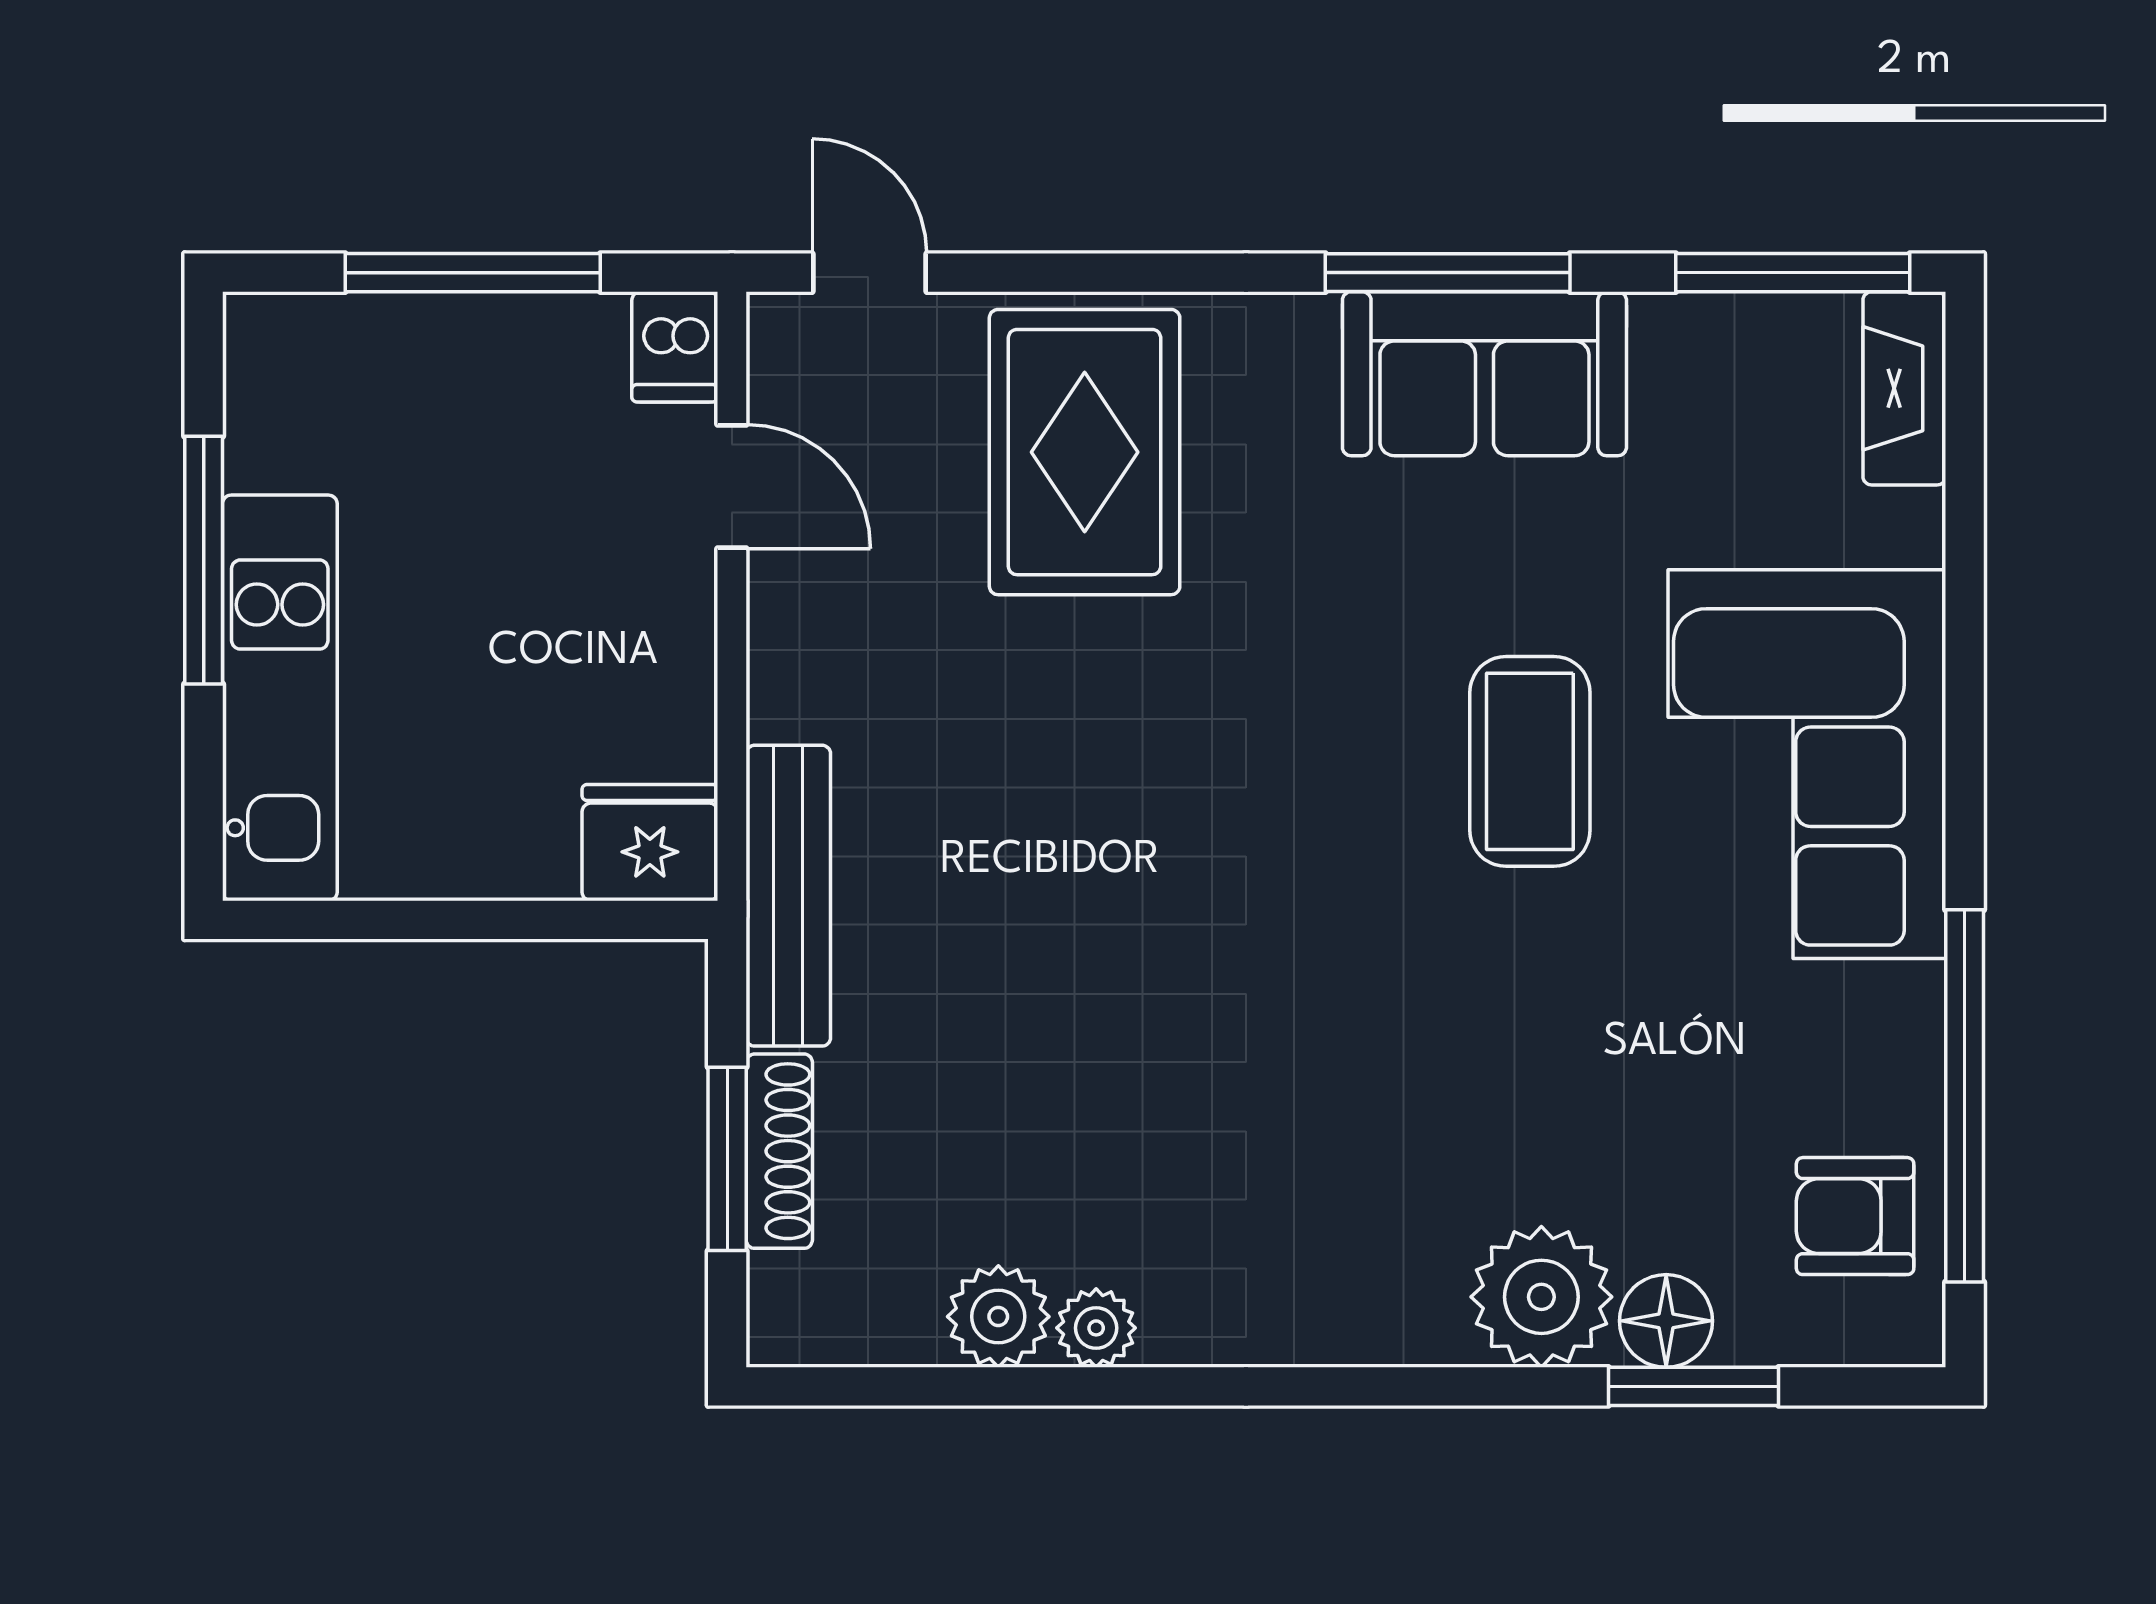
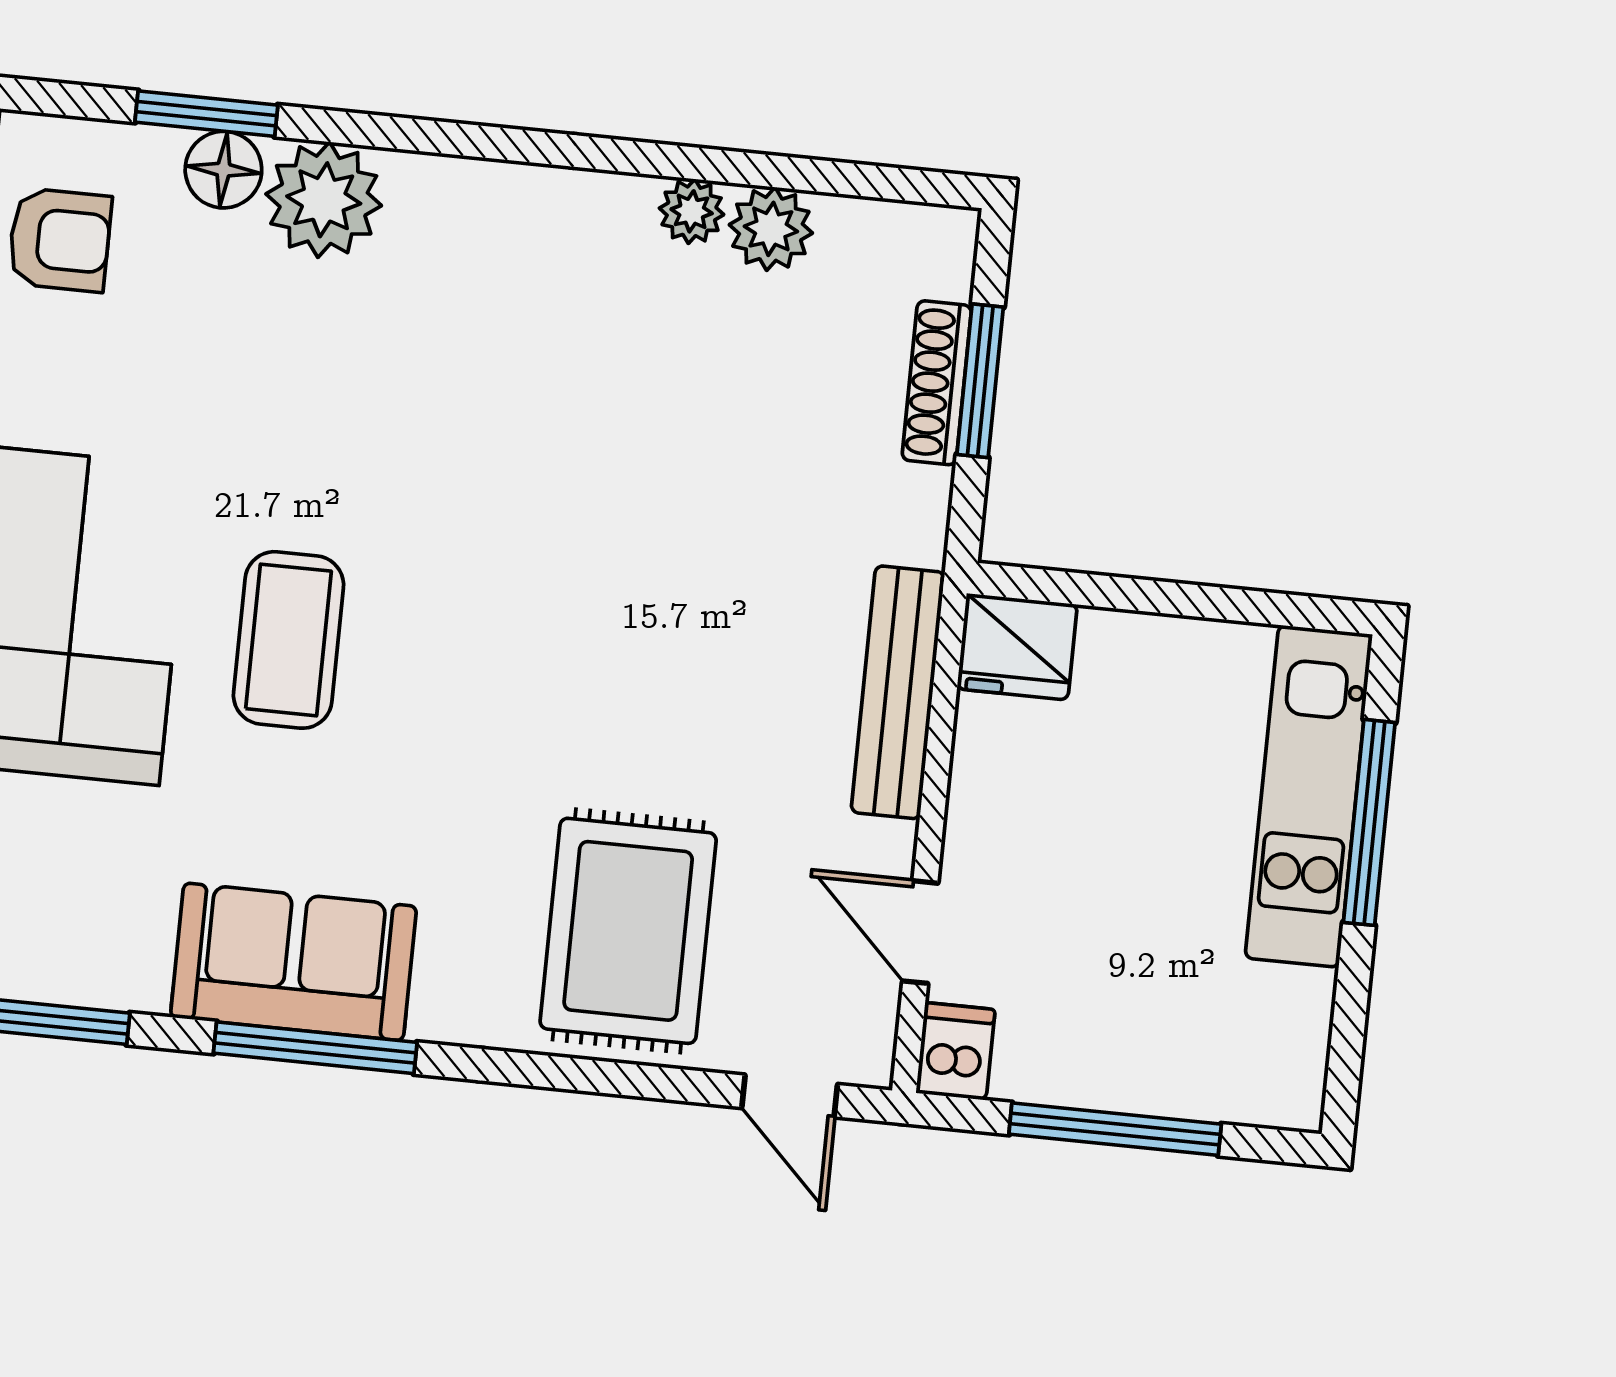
window: (204, 560) -> (1369, 822), moved
bench: (788, 896) -> (898, 692), moved

